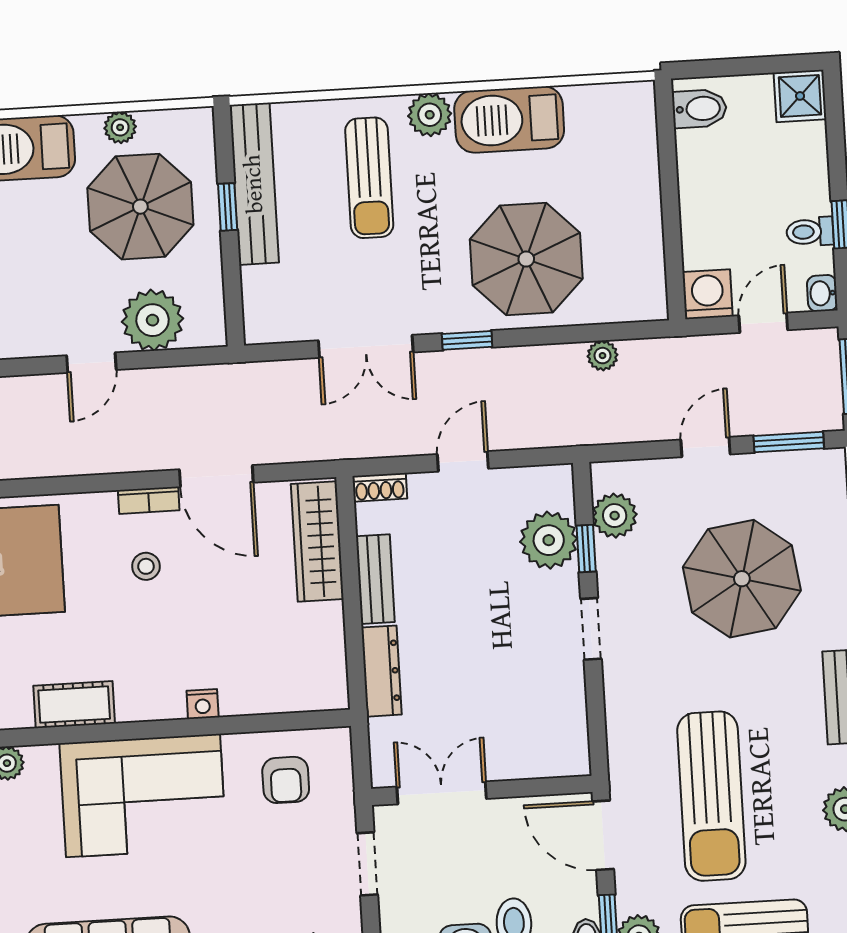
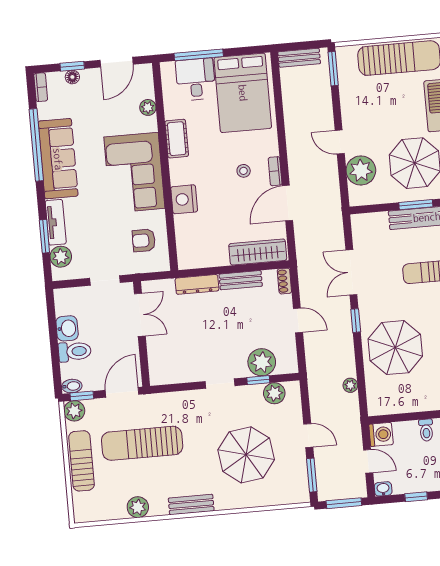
window: (228, 207) -> (416, 205), width x1.50
toilet: (810, 232) -> (426, 430), moved, turned 180
nightstand: (203, 704) -> (184, 199), width x1.89, depth x1.79

